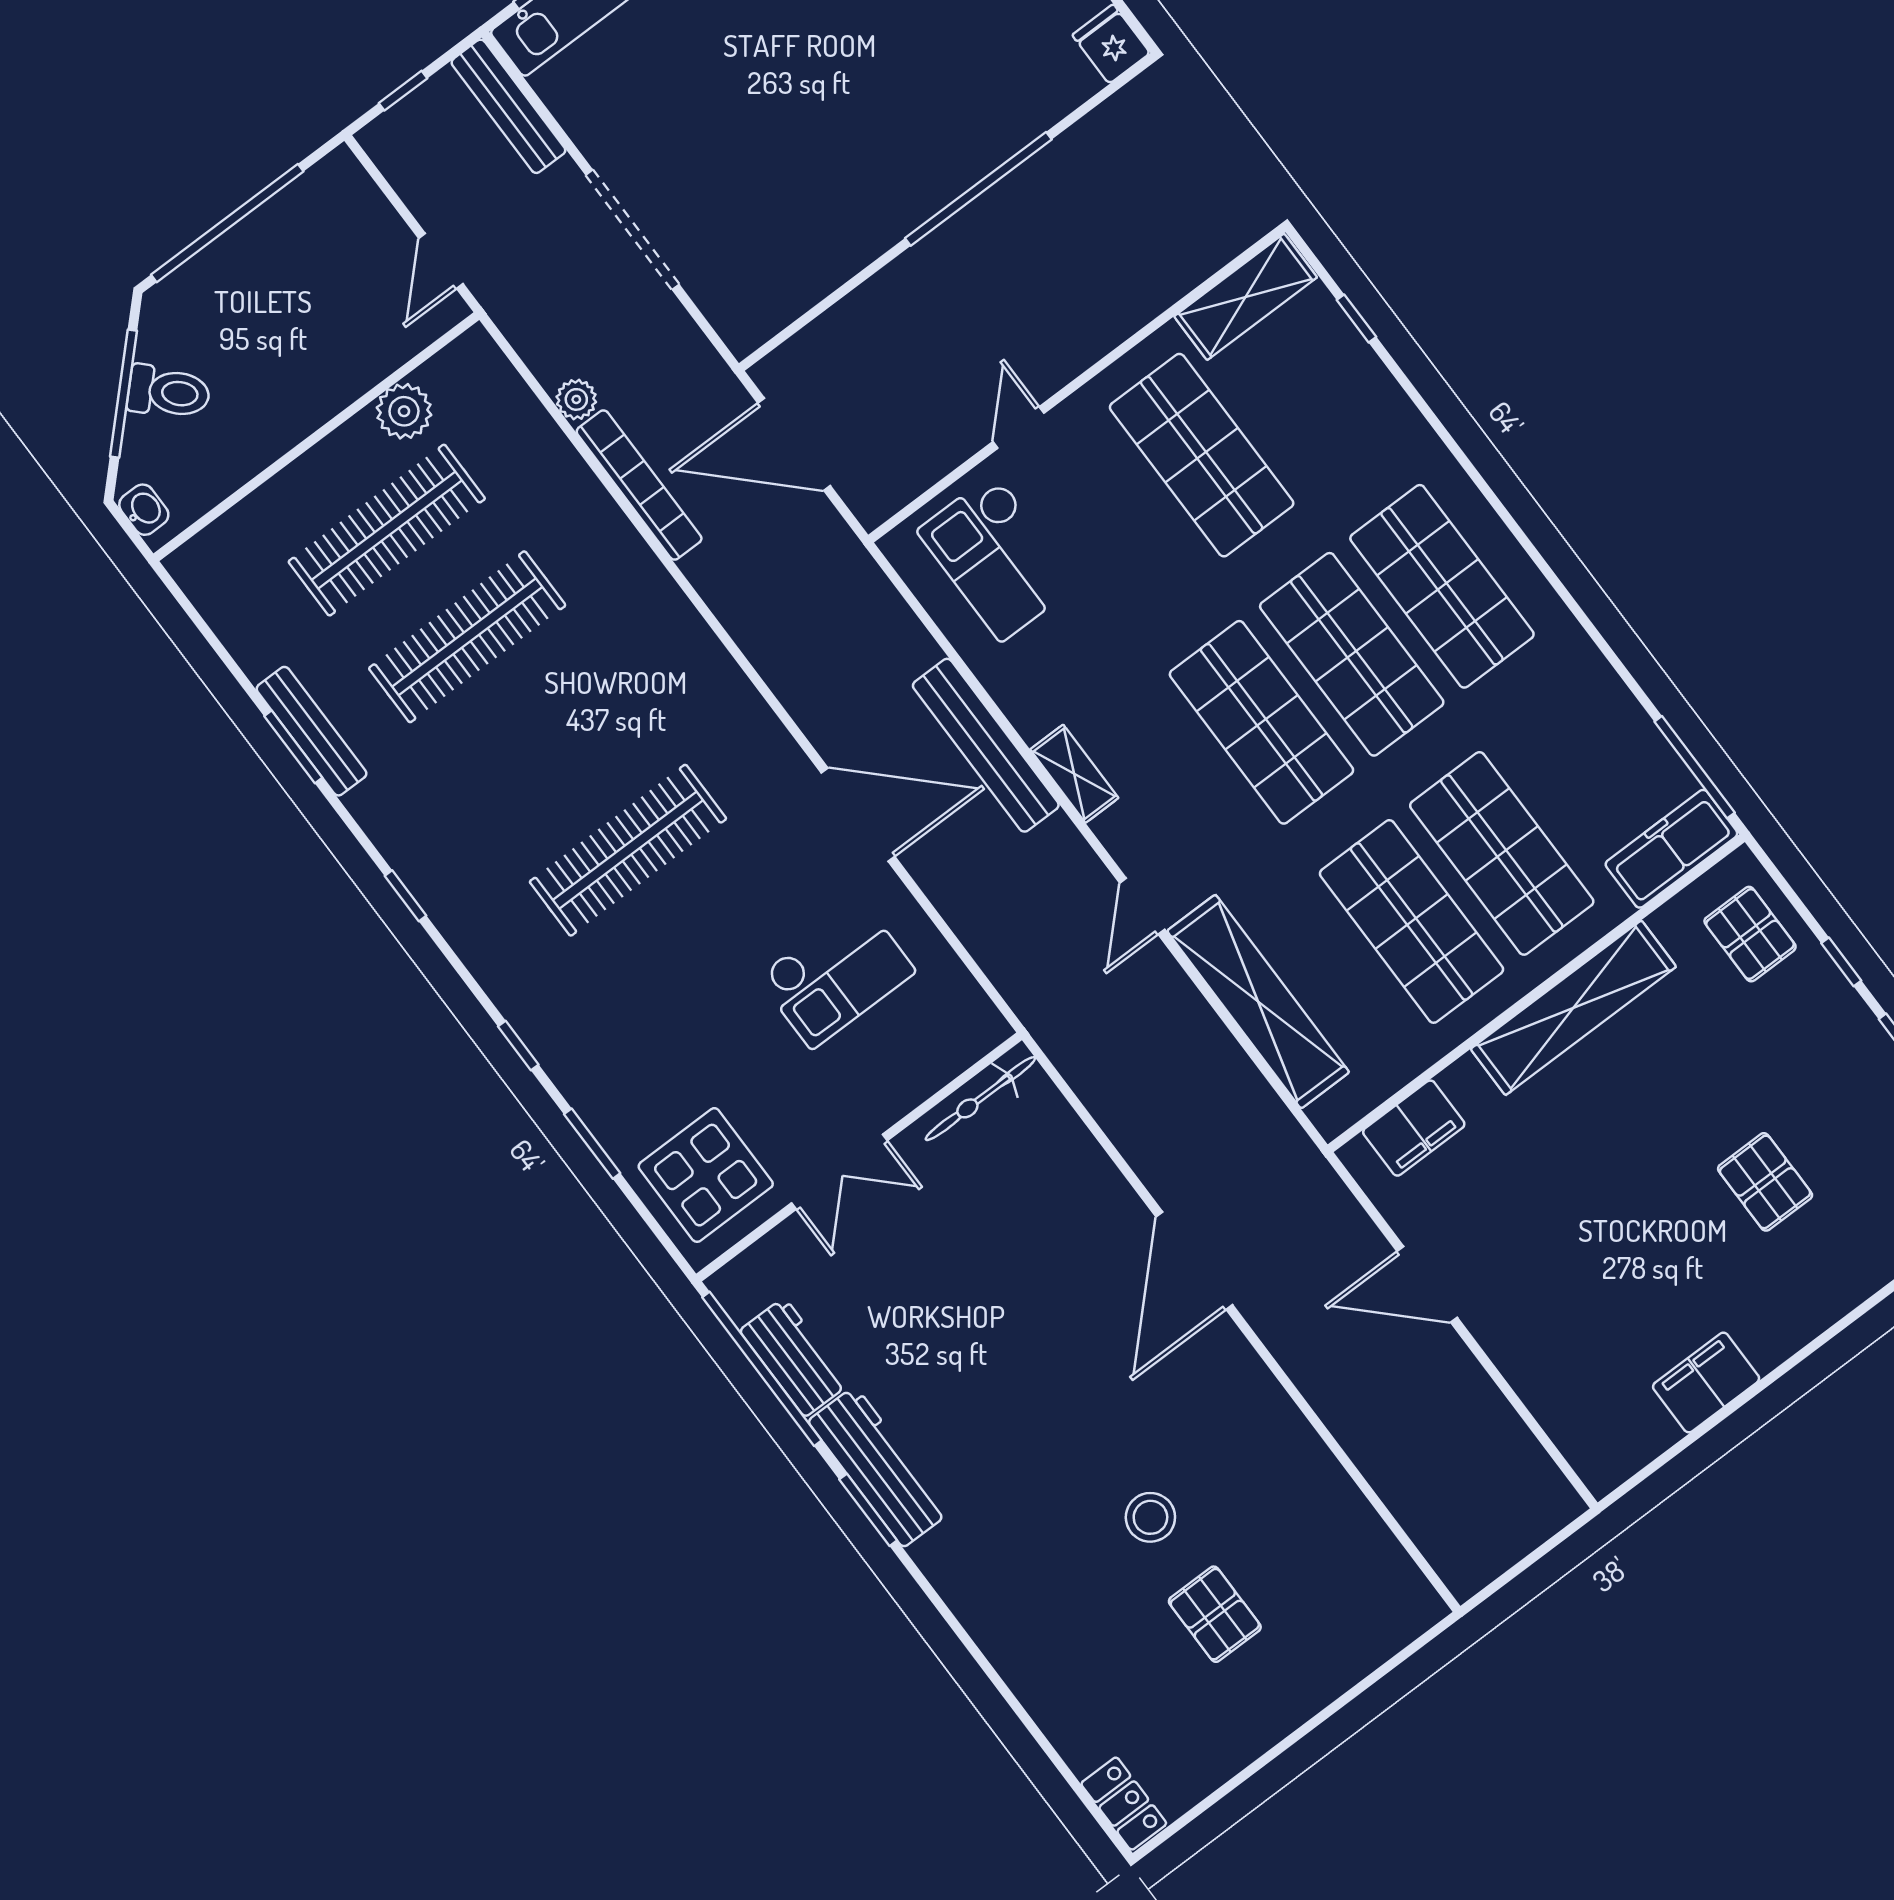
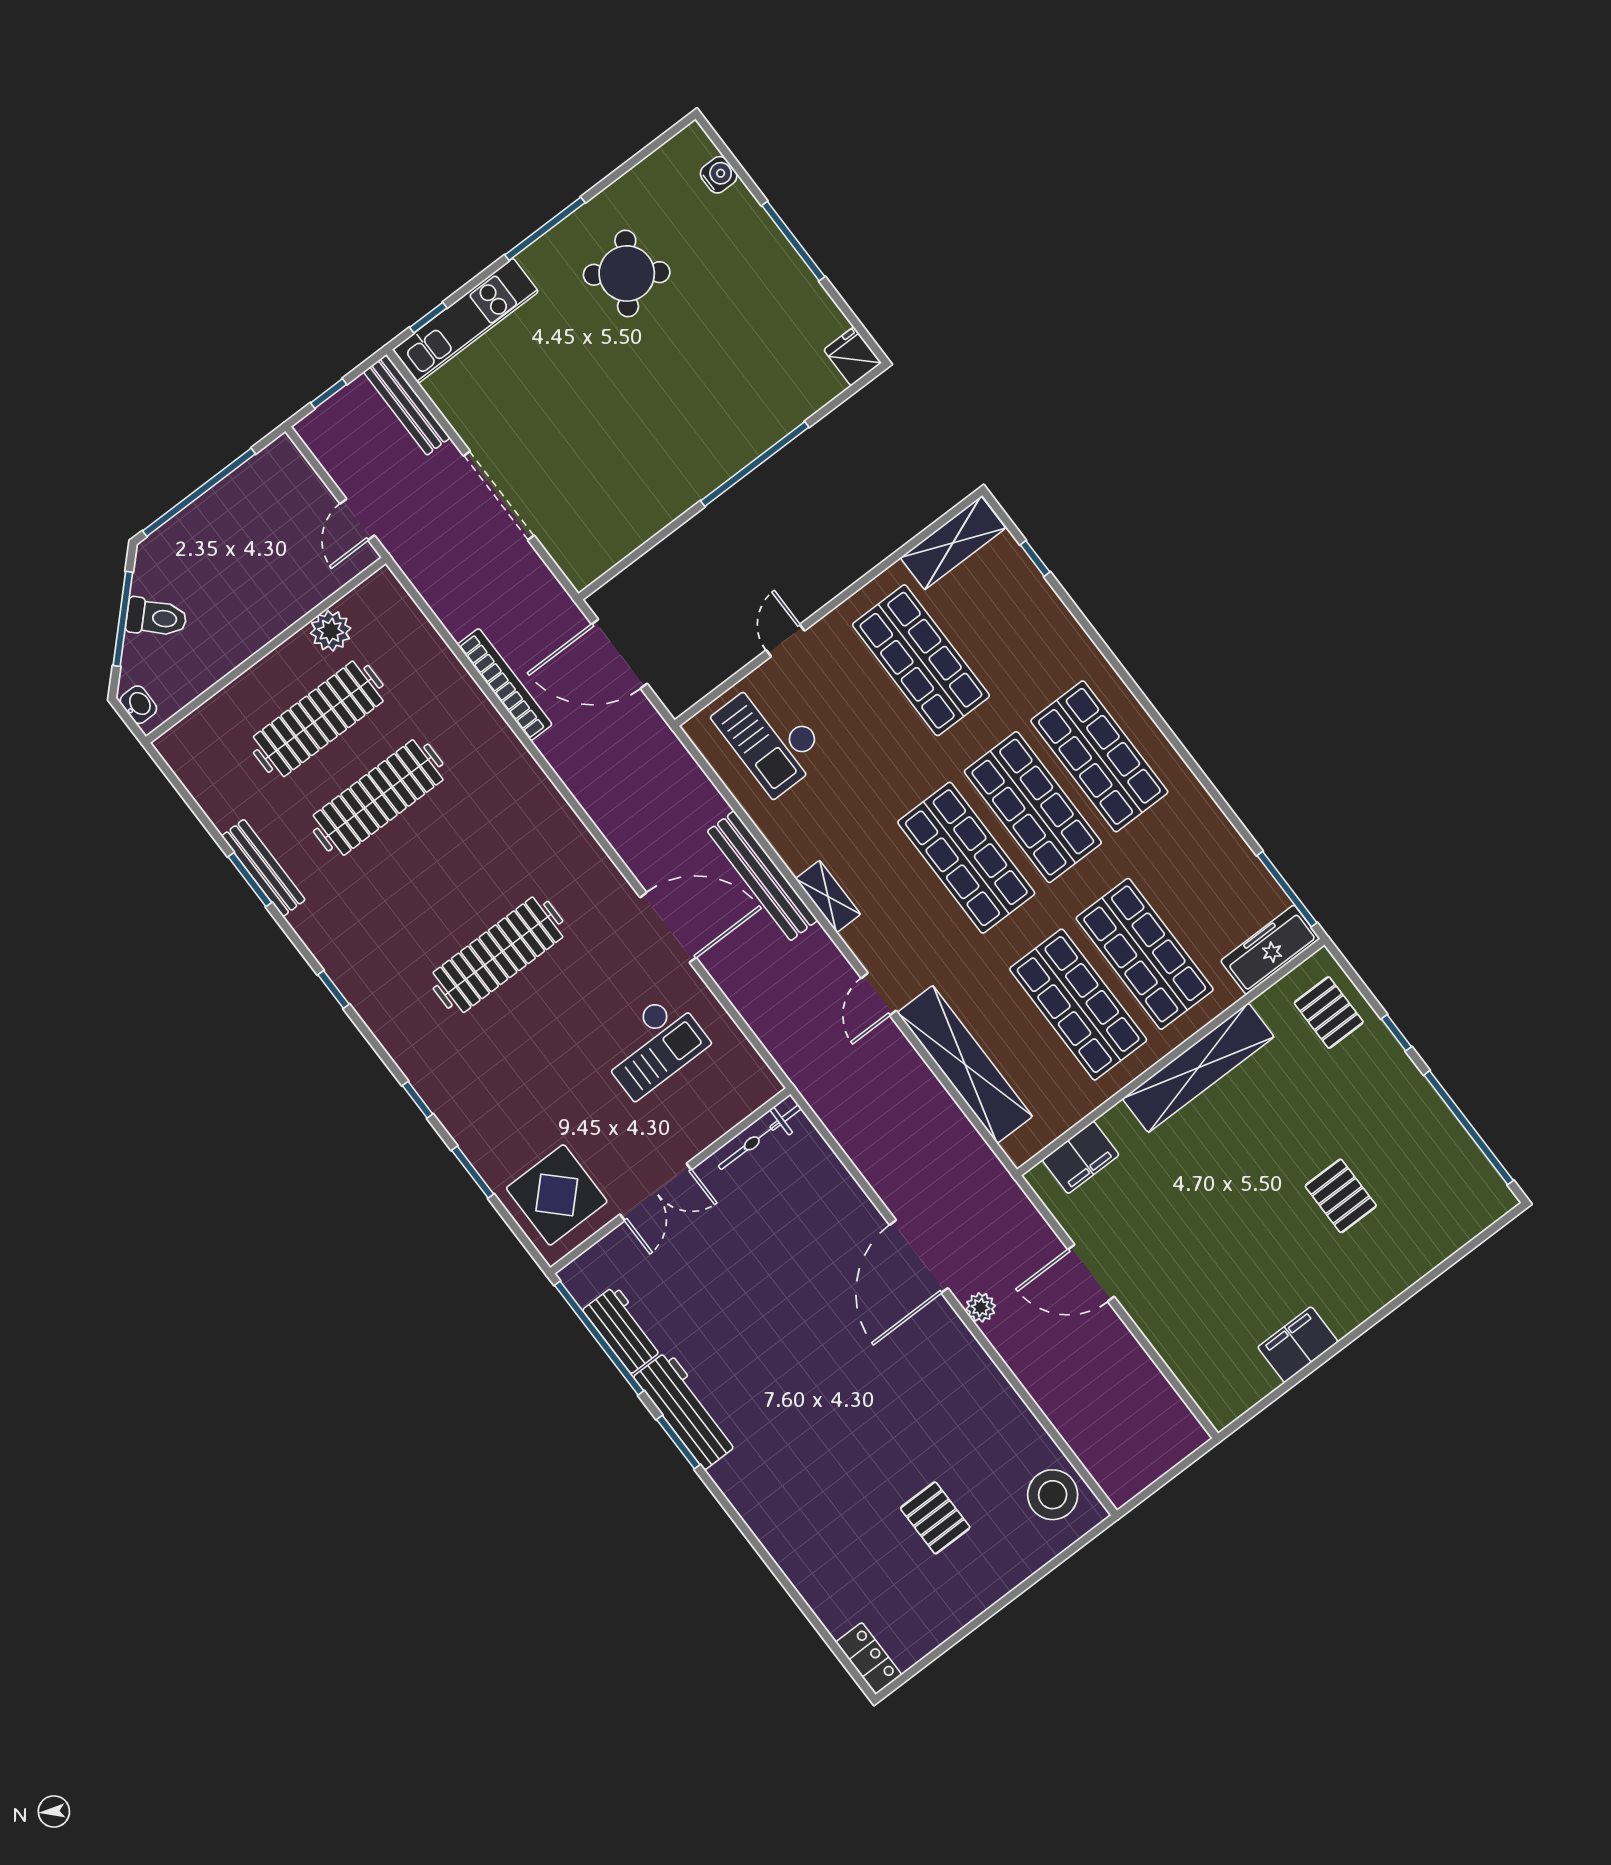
plant: (576, 399) -> (981, 1307), moved
stool: (1150, 1517) -> (1053, 1495), moved, width x1.38, depth x1.38

